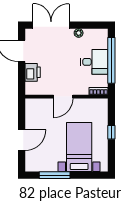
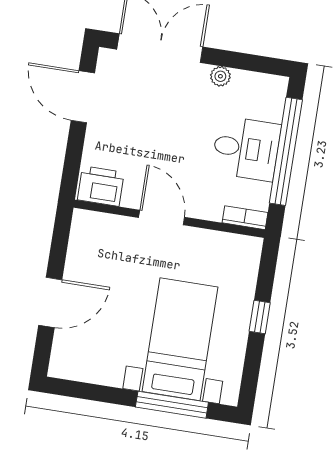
printer: (33, 72) -> (101, 186), moved, turned -90
door: (63, 97) -> (162, 217), swing flipped
window: (55, 175) -> (172, 405), moved

